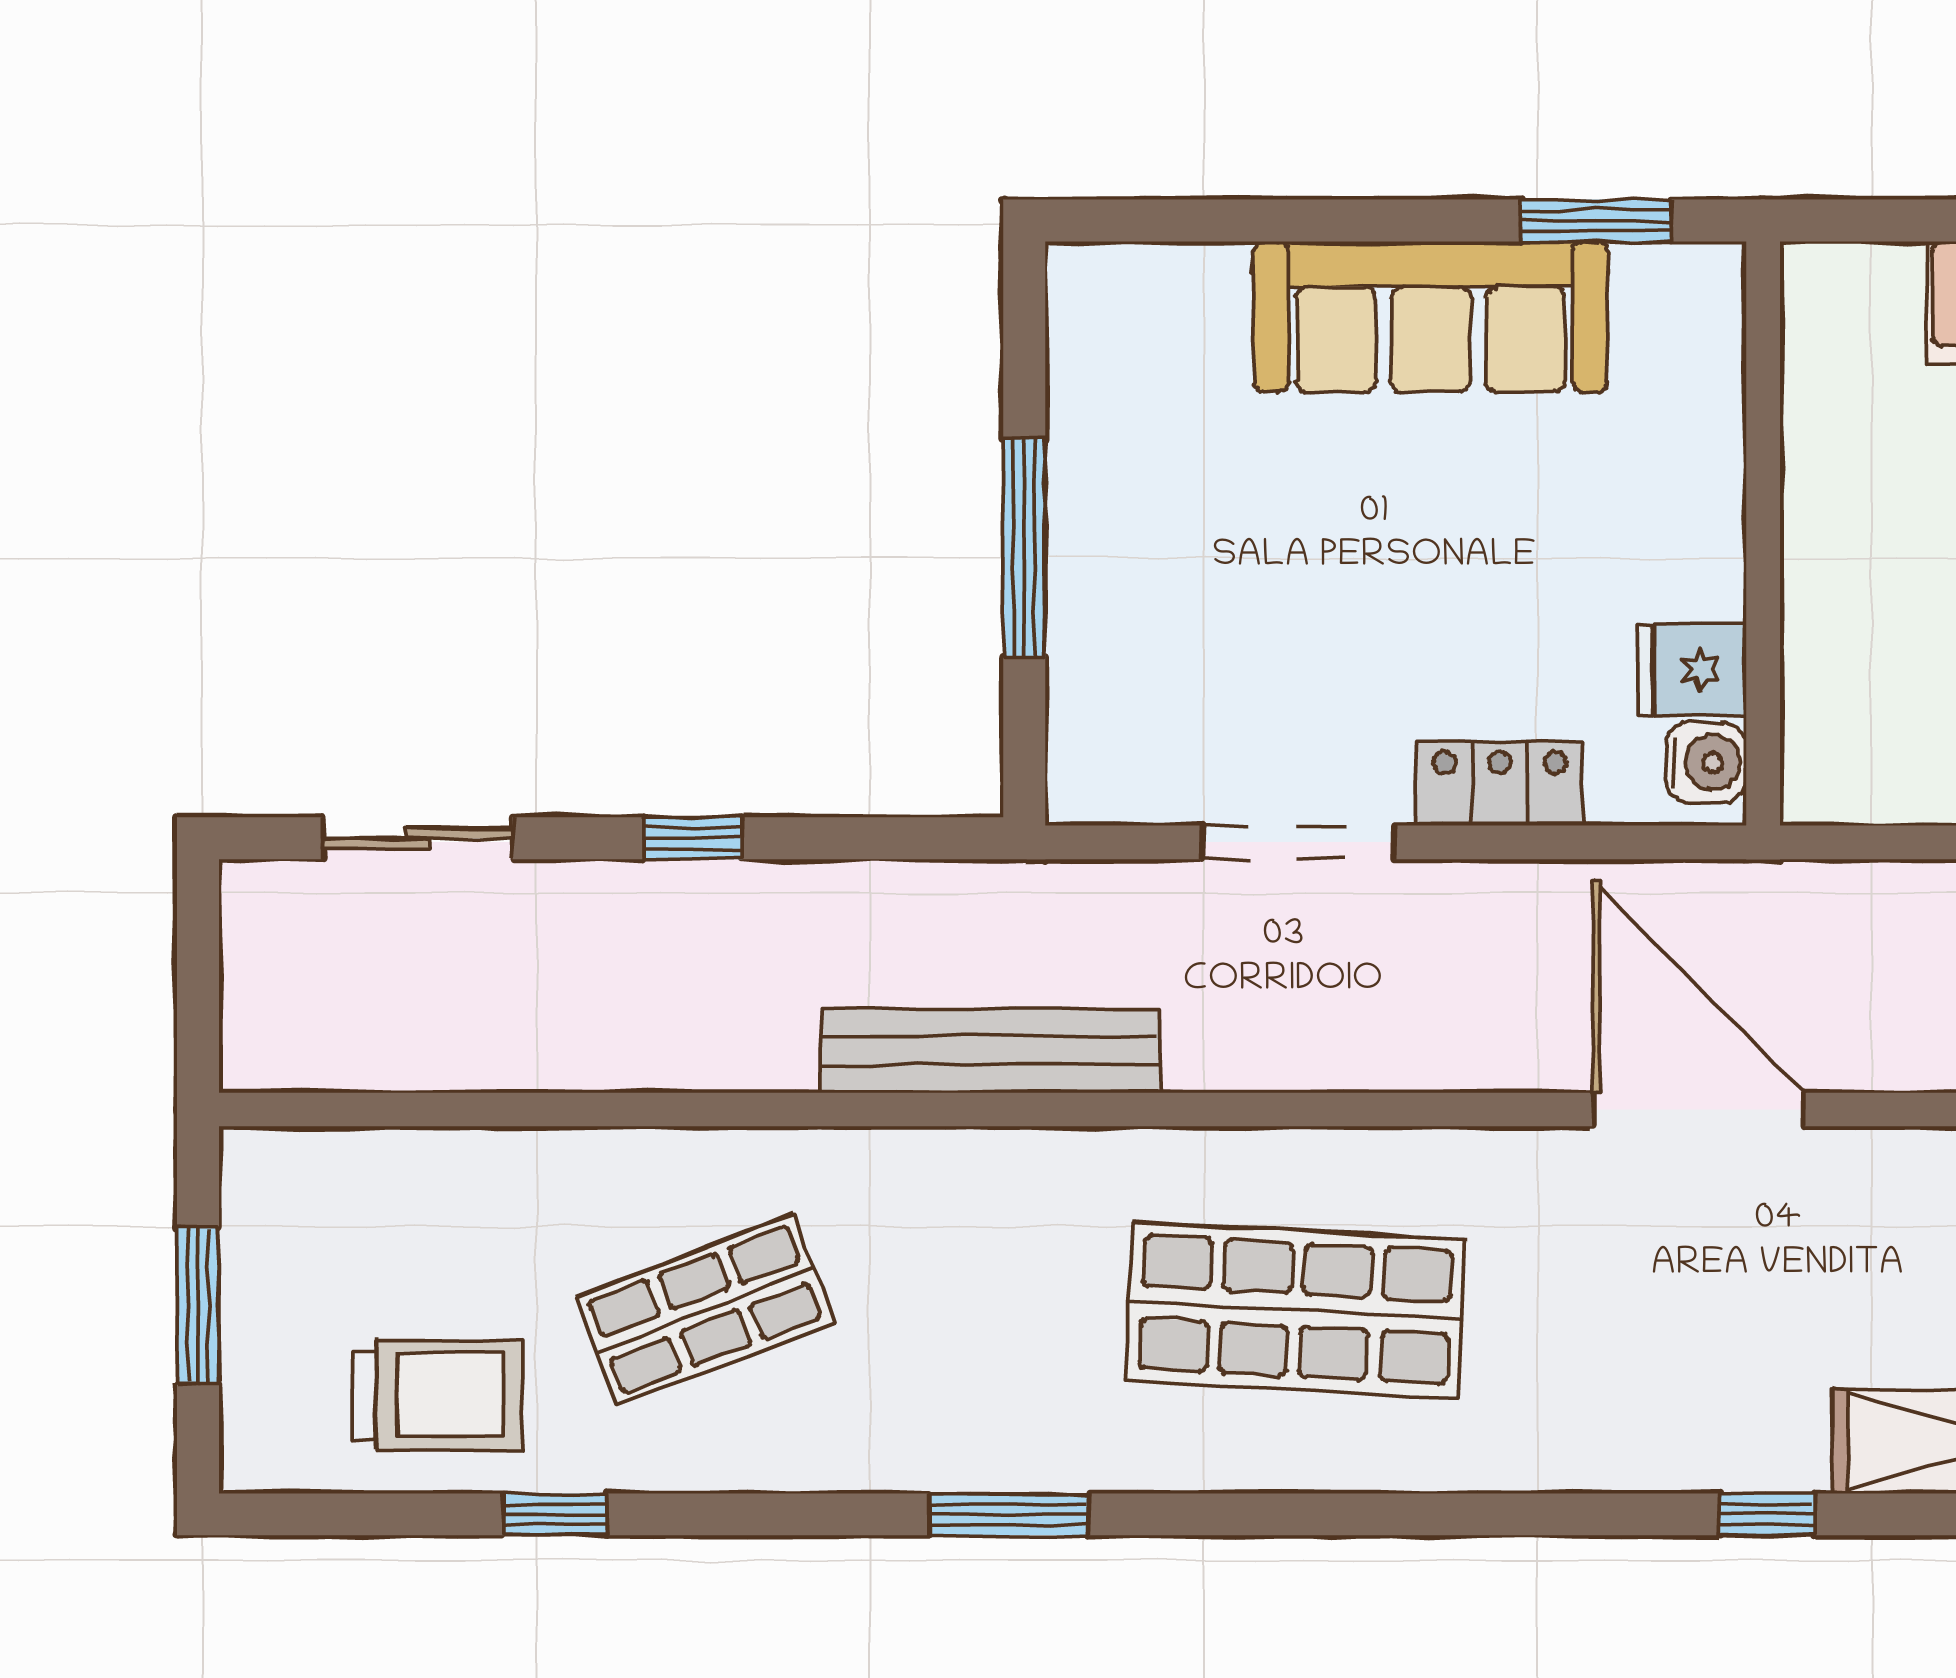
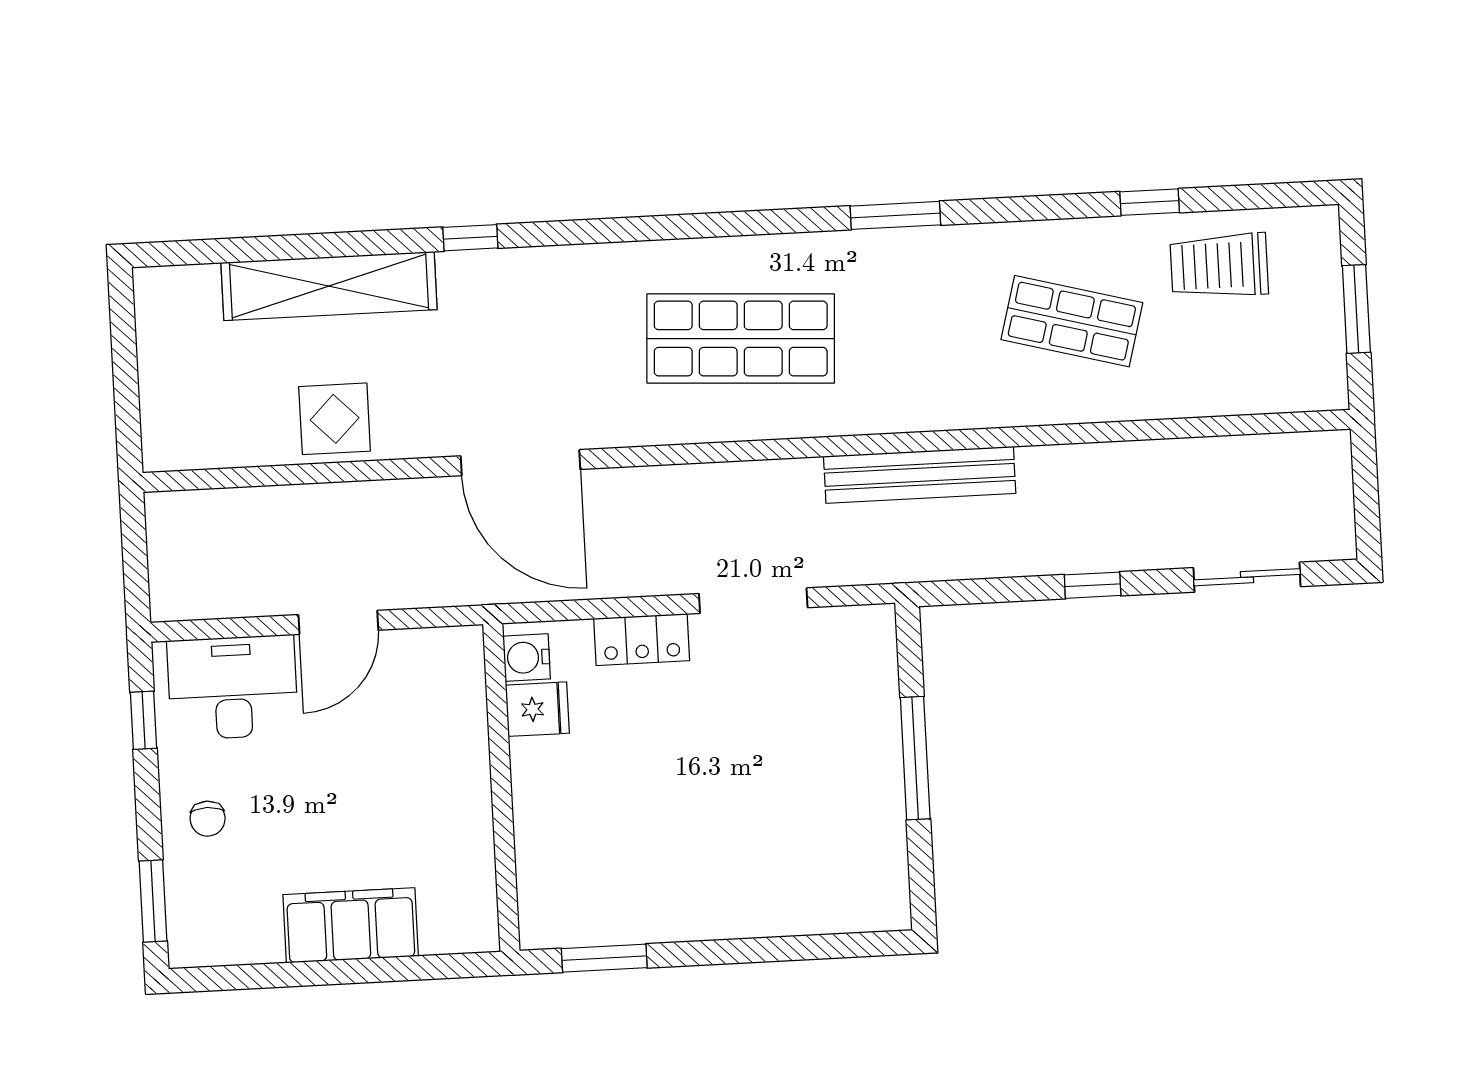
sofa: (1431, 317) -> (694, 899), removed
shop shelf: (705, 1310) -> (1072, 321), turned 36

